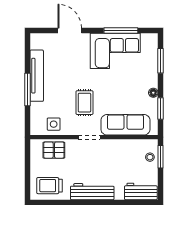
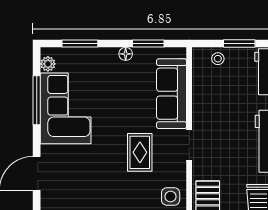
plant: (146, 38) -> (48, 64), added
rug: (84, 103) -> (140, 152), turned 90
window: (161, 157) -> (239, 44), moved

